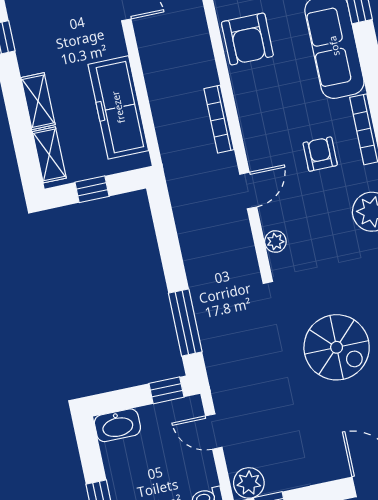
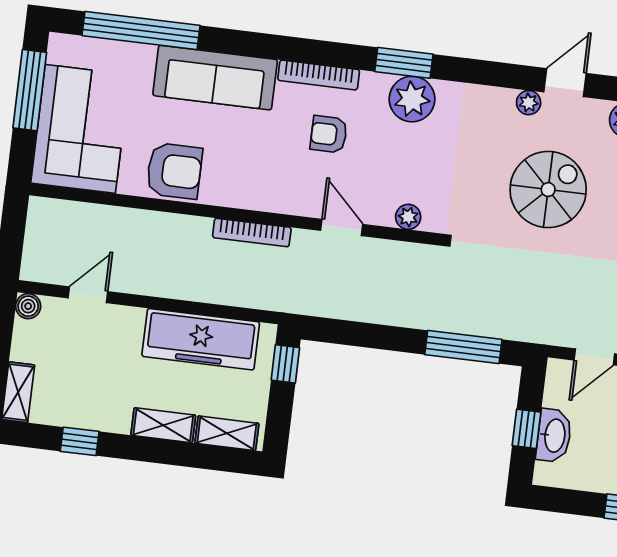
window: (92, 189) -> (285, 364), moved
window: (166, 390) -> (527, 429), moved
washbasin: (117, 425) -> (554, 436), moved

